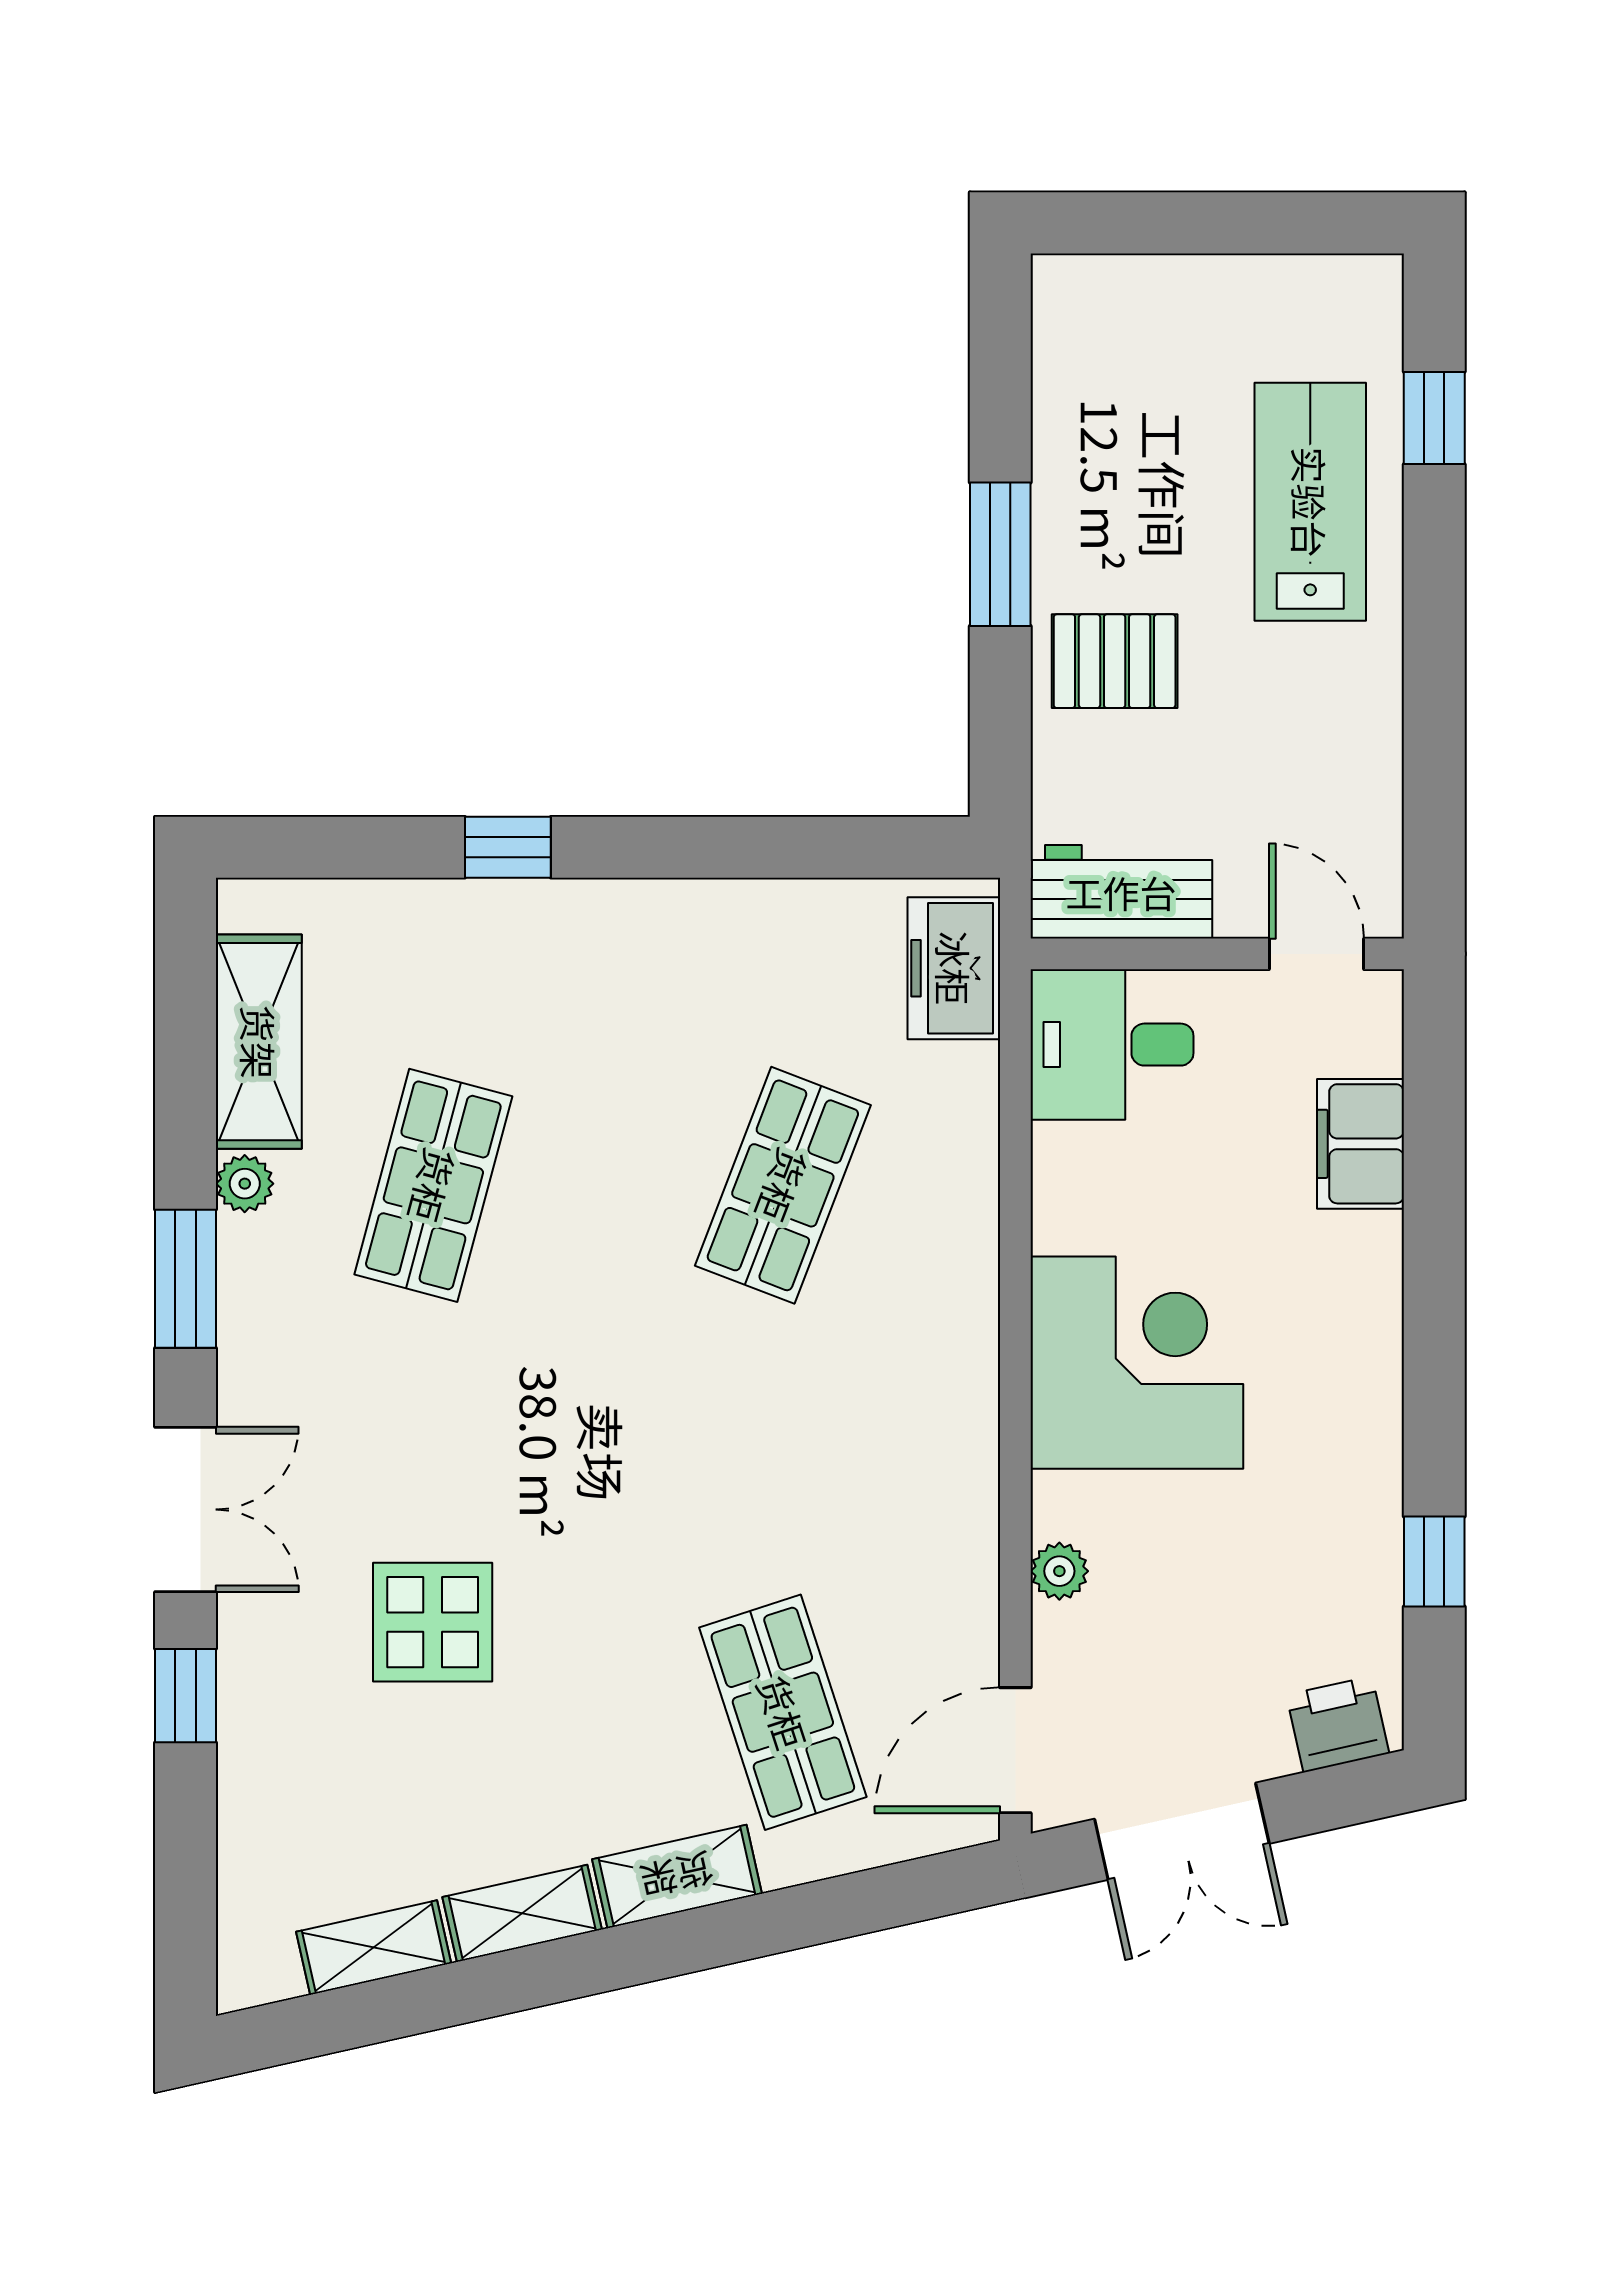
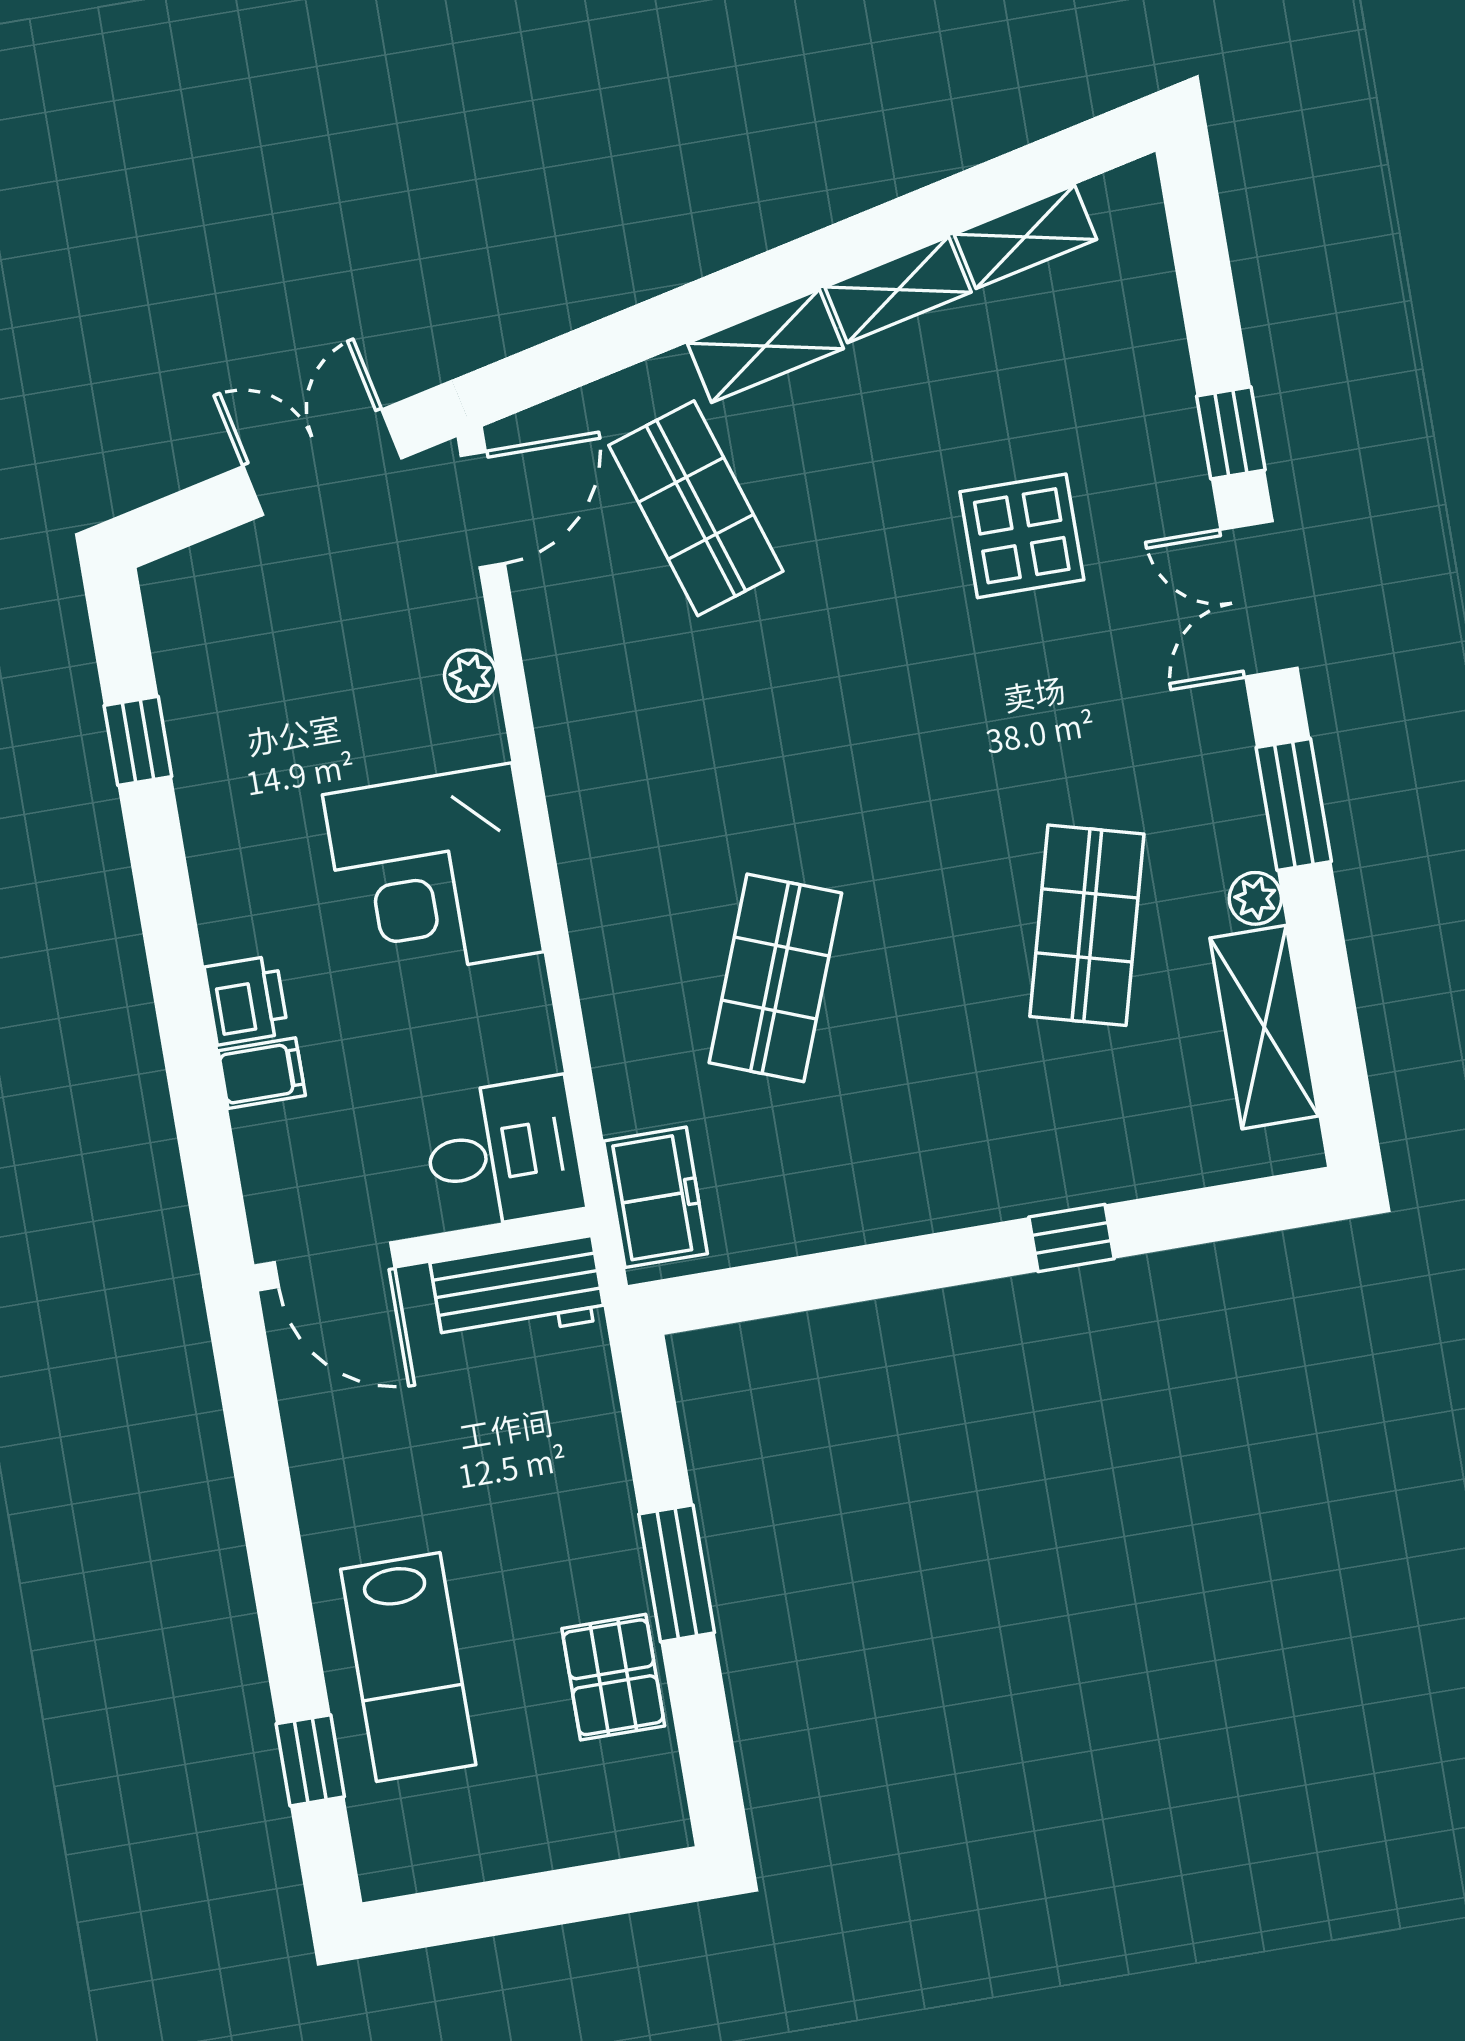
pallet: (1115, 661) -> (613, 1677), moved, turned 90
door: (1316, 954) -> (334, 1265), width x1.37
filing cabinet: (1360, 1144) -> (262, 1073), width x0.50
printer: (1338, 1724) -> (246, 1000), moved, turned -77

